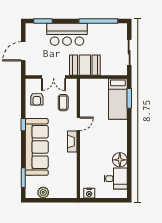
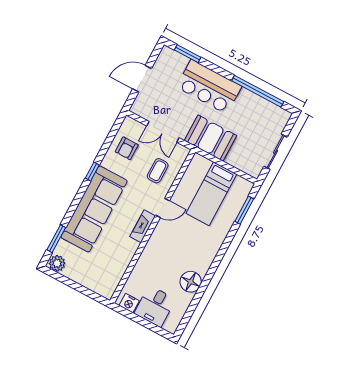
bed: (118, 99) -> (211, 194), moved
desk: (116, 179) -> (155, 306), moved, turned 90
plant: (43, 192) -> (57, 263), moved

